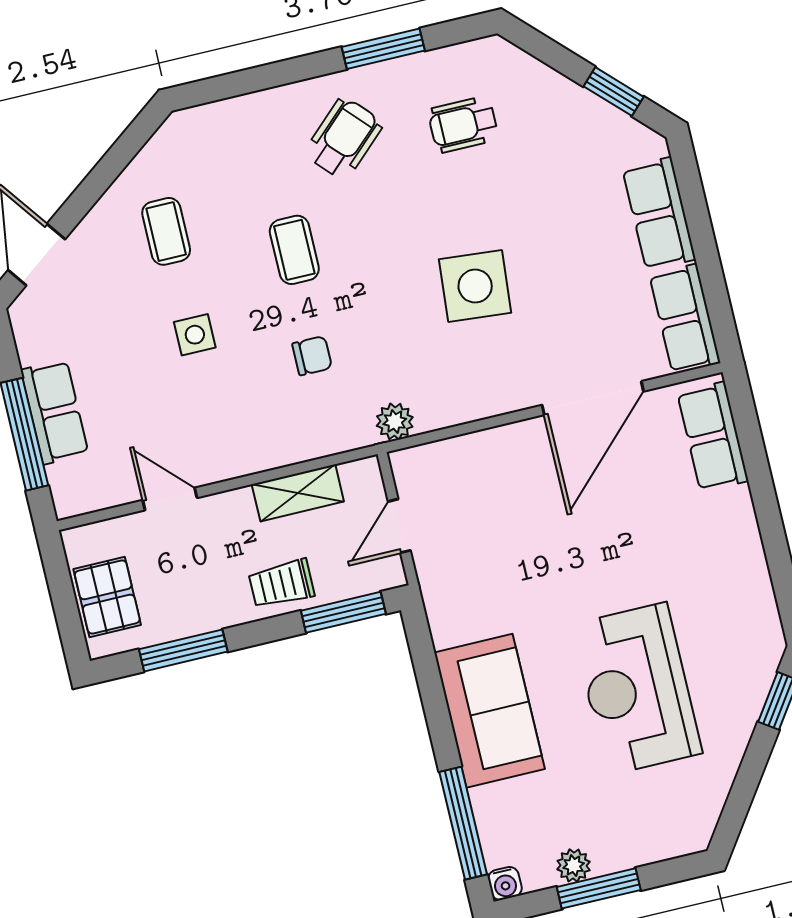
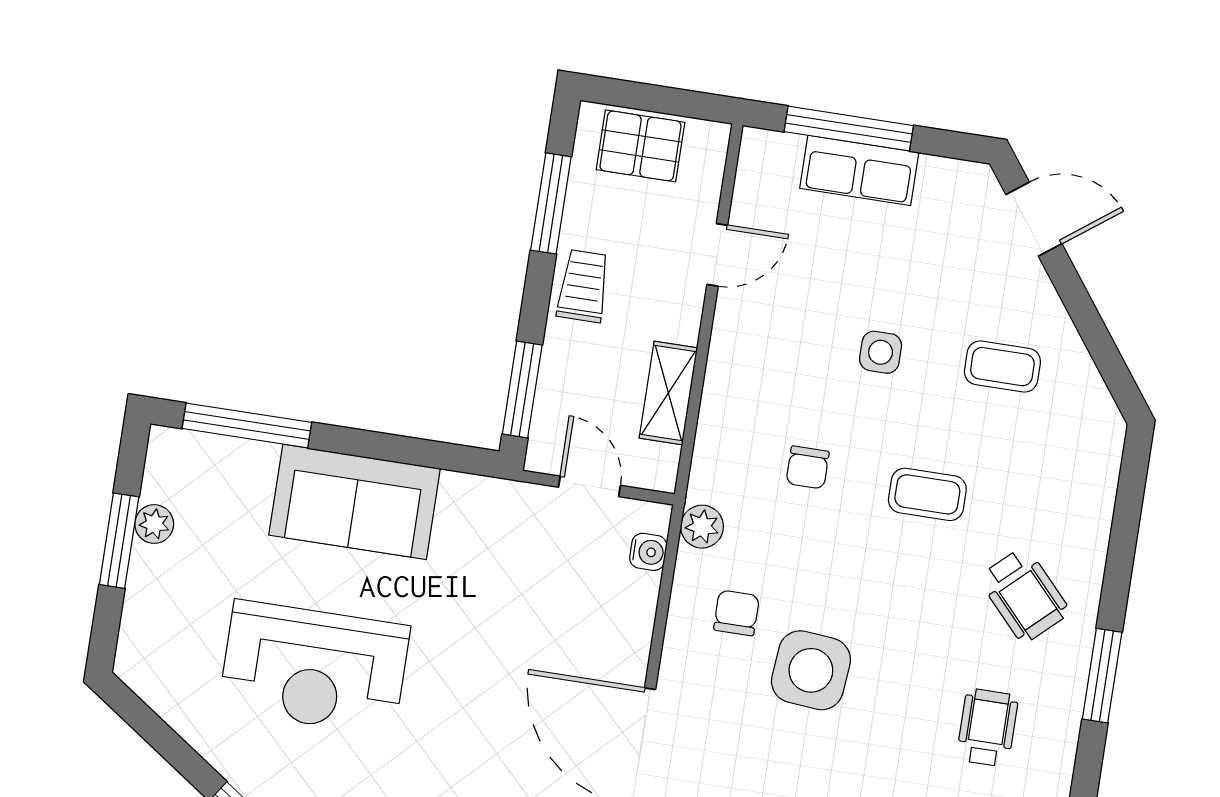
chair: (453, 365) -> (737, 613), added
trolley: (282, 584) -> (583, 286), moved
reception desk: (637, 689) -> (314, 668), turned 180
water cooler: (505, 883) -> (648, 552), moved, turned 180

